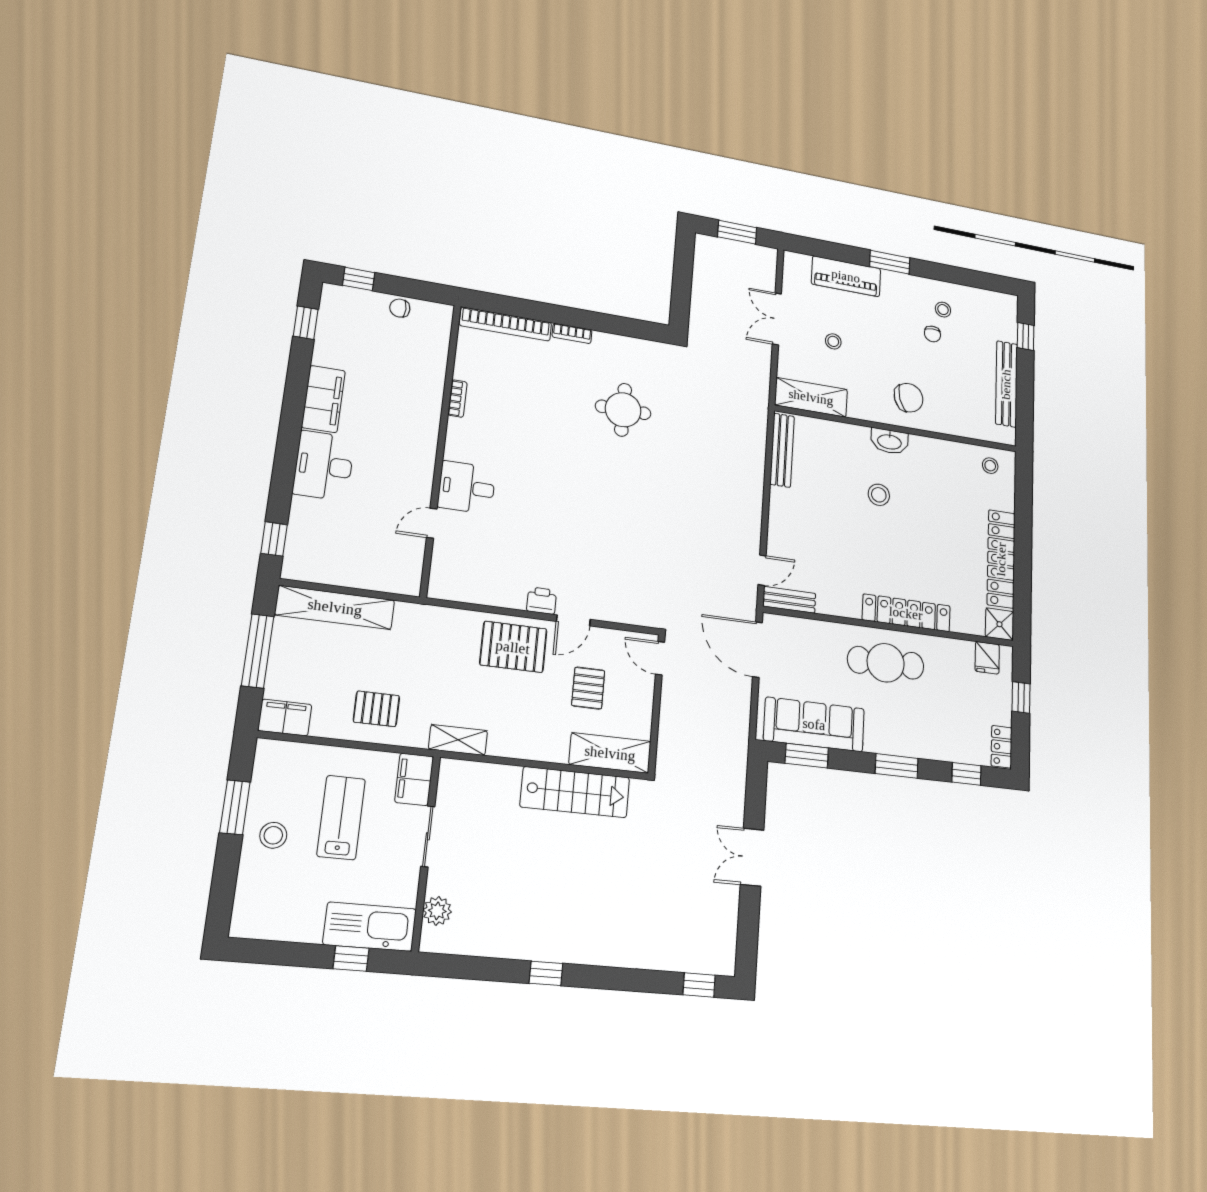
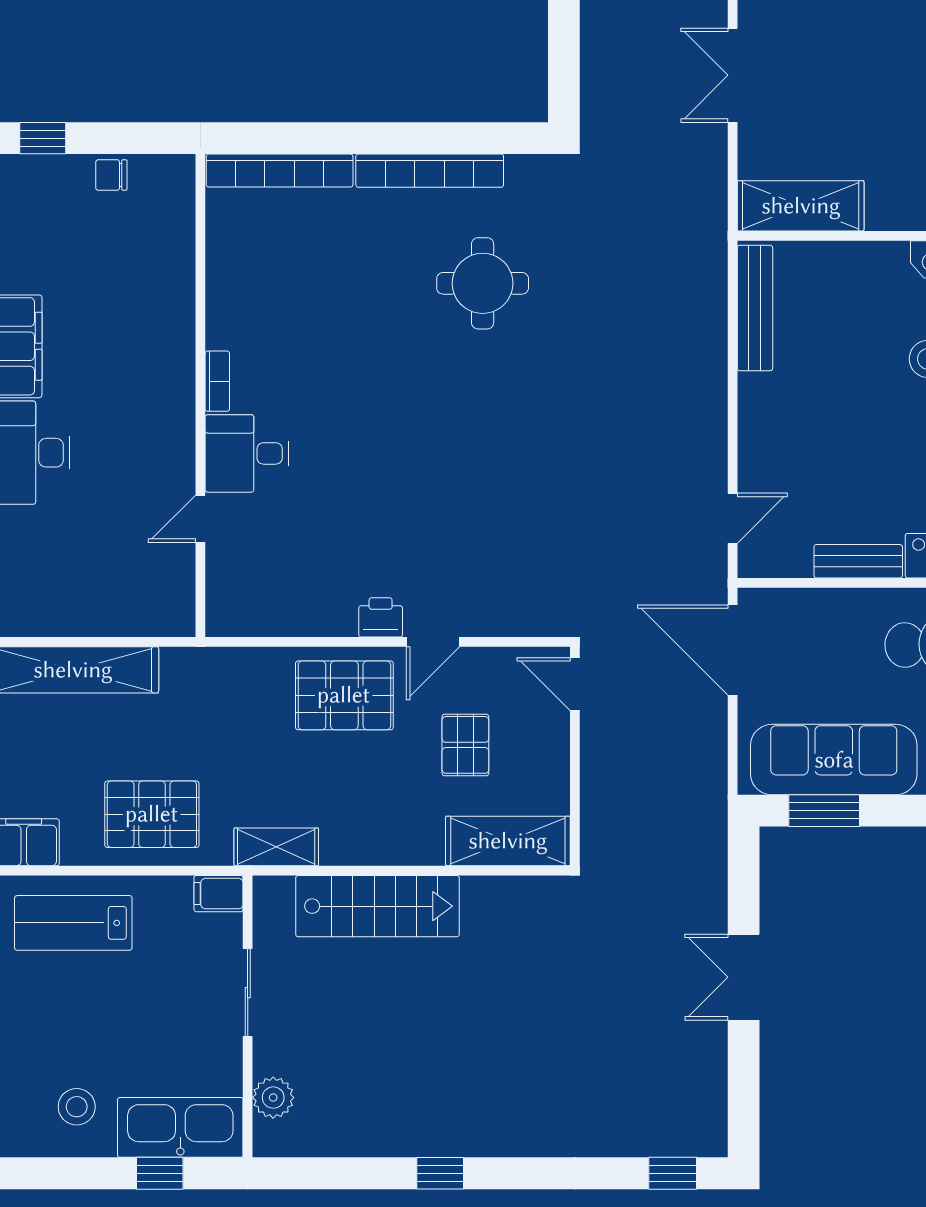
bookcase: (572, 333) -> (430, 171), width x2.31, depth x1.31
stool: (833, 341) -> (835, 97), removed
bookcase: (457, 399) -> (217, 381), moved
bench: (789, 600) -> (858, 561), moved
pallet: (376, 709) -> (152, 814), width x1.50, depth x1.42
filing cabinet: (414, 779) -> (219, 894), width x0.50
stairs: (575, 792) -> (377, 906), moved
lab bench: (341, 817) -> (73, 923), moved, turned -90
stool: (273, 835) -> (77, 1107), moved

